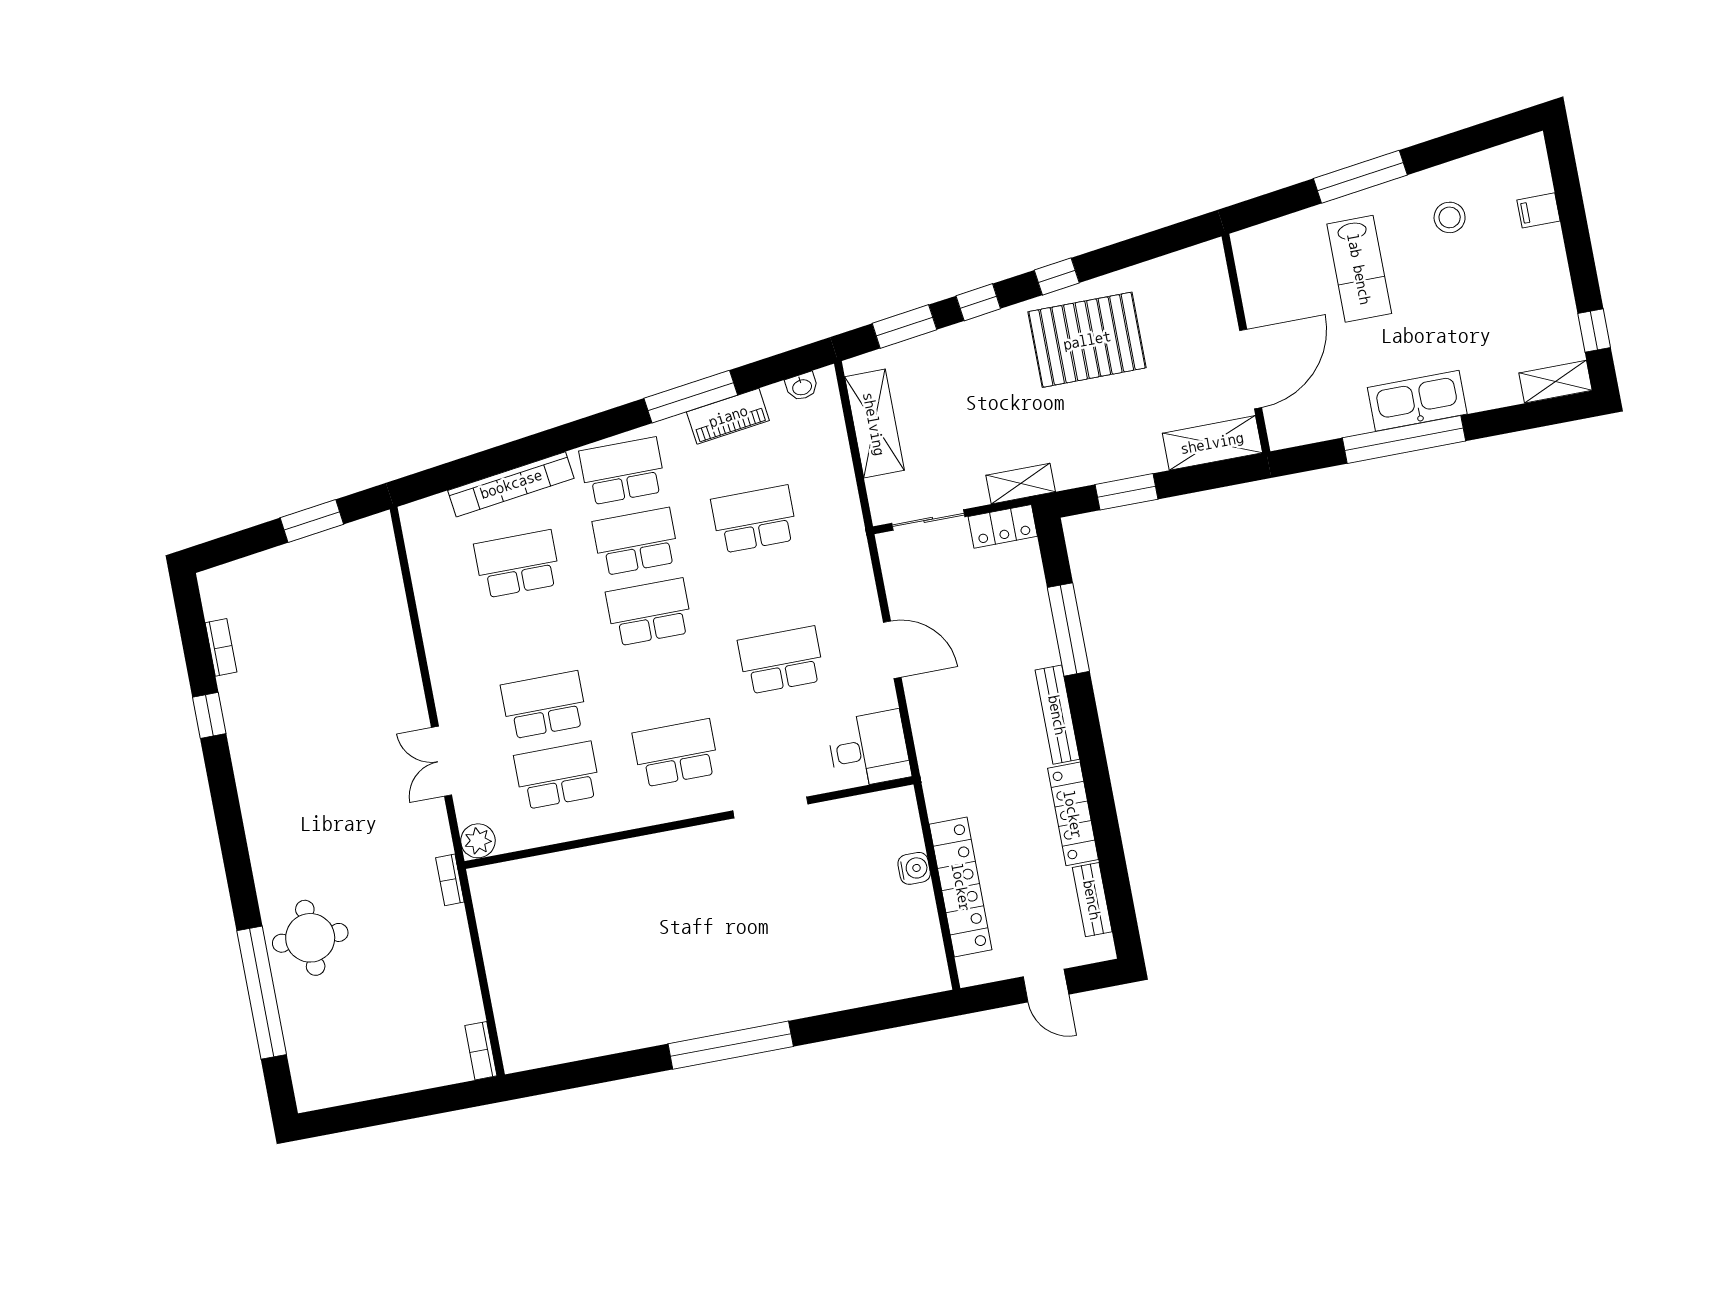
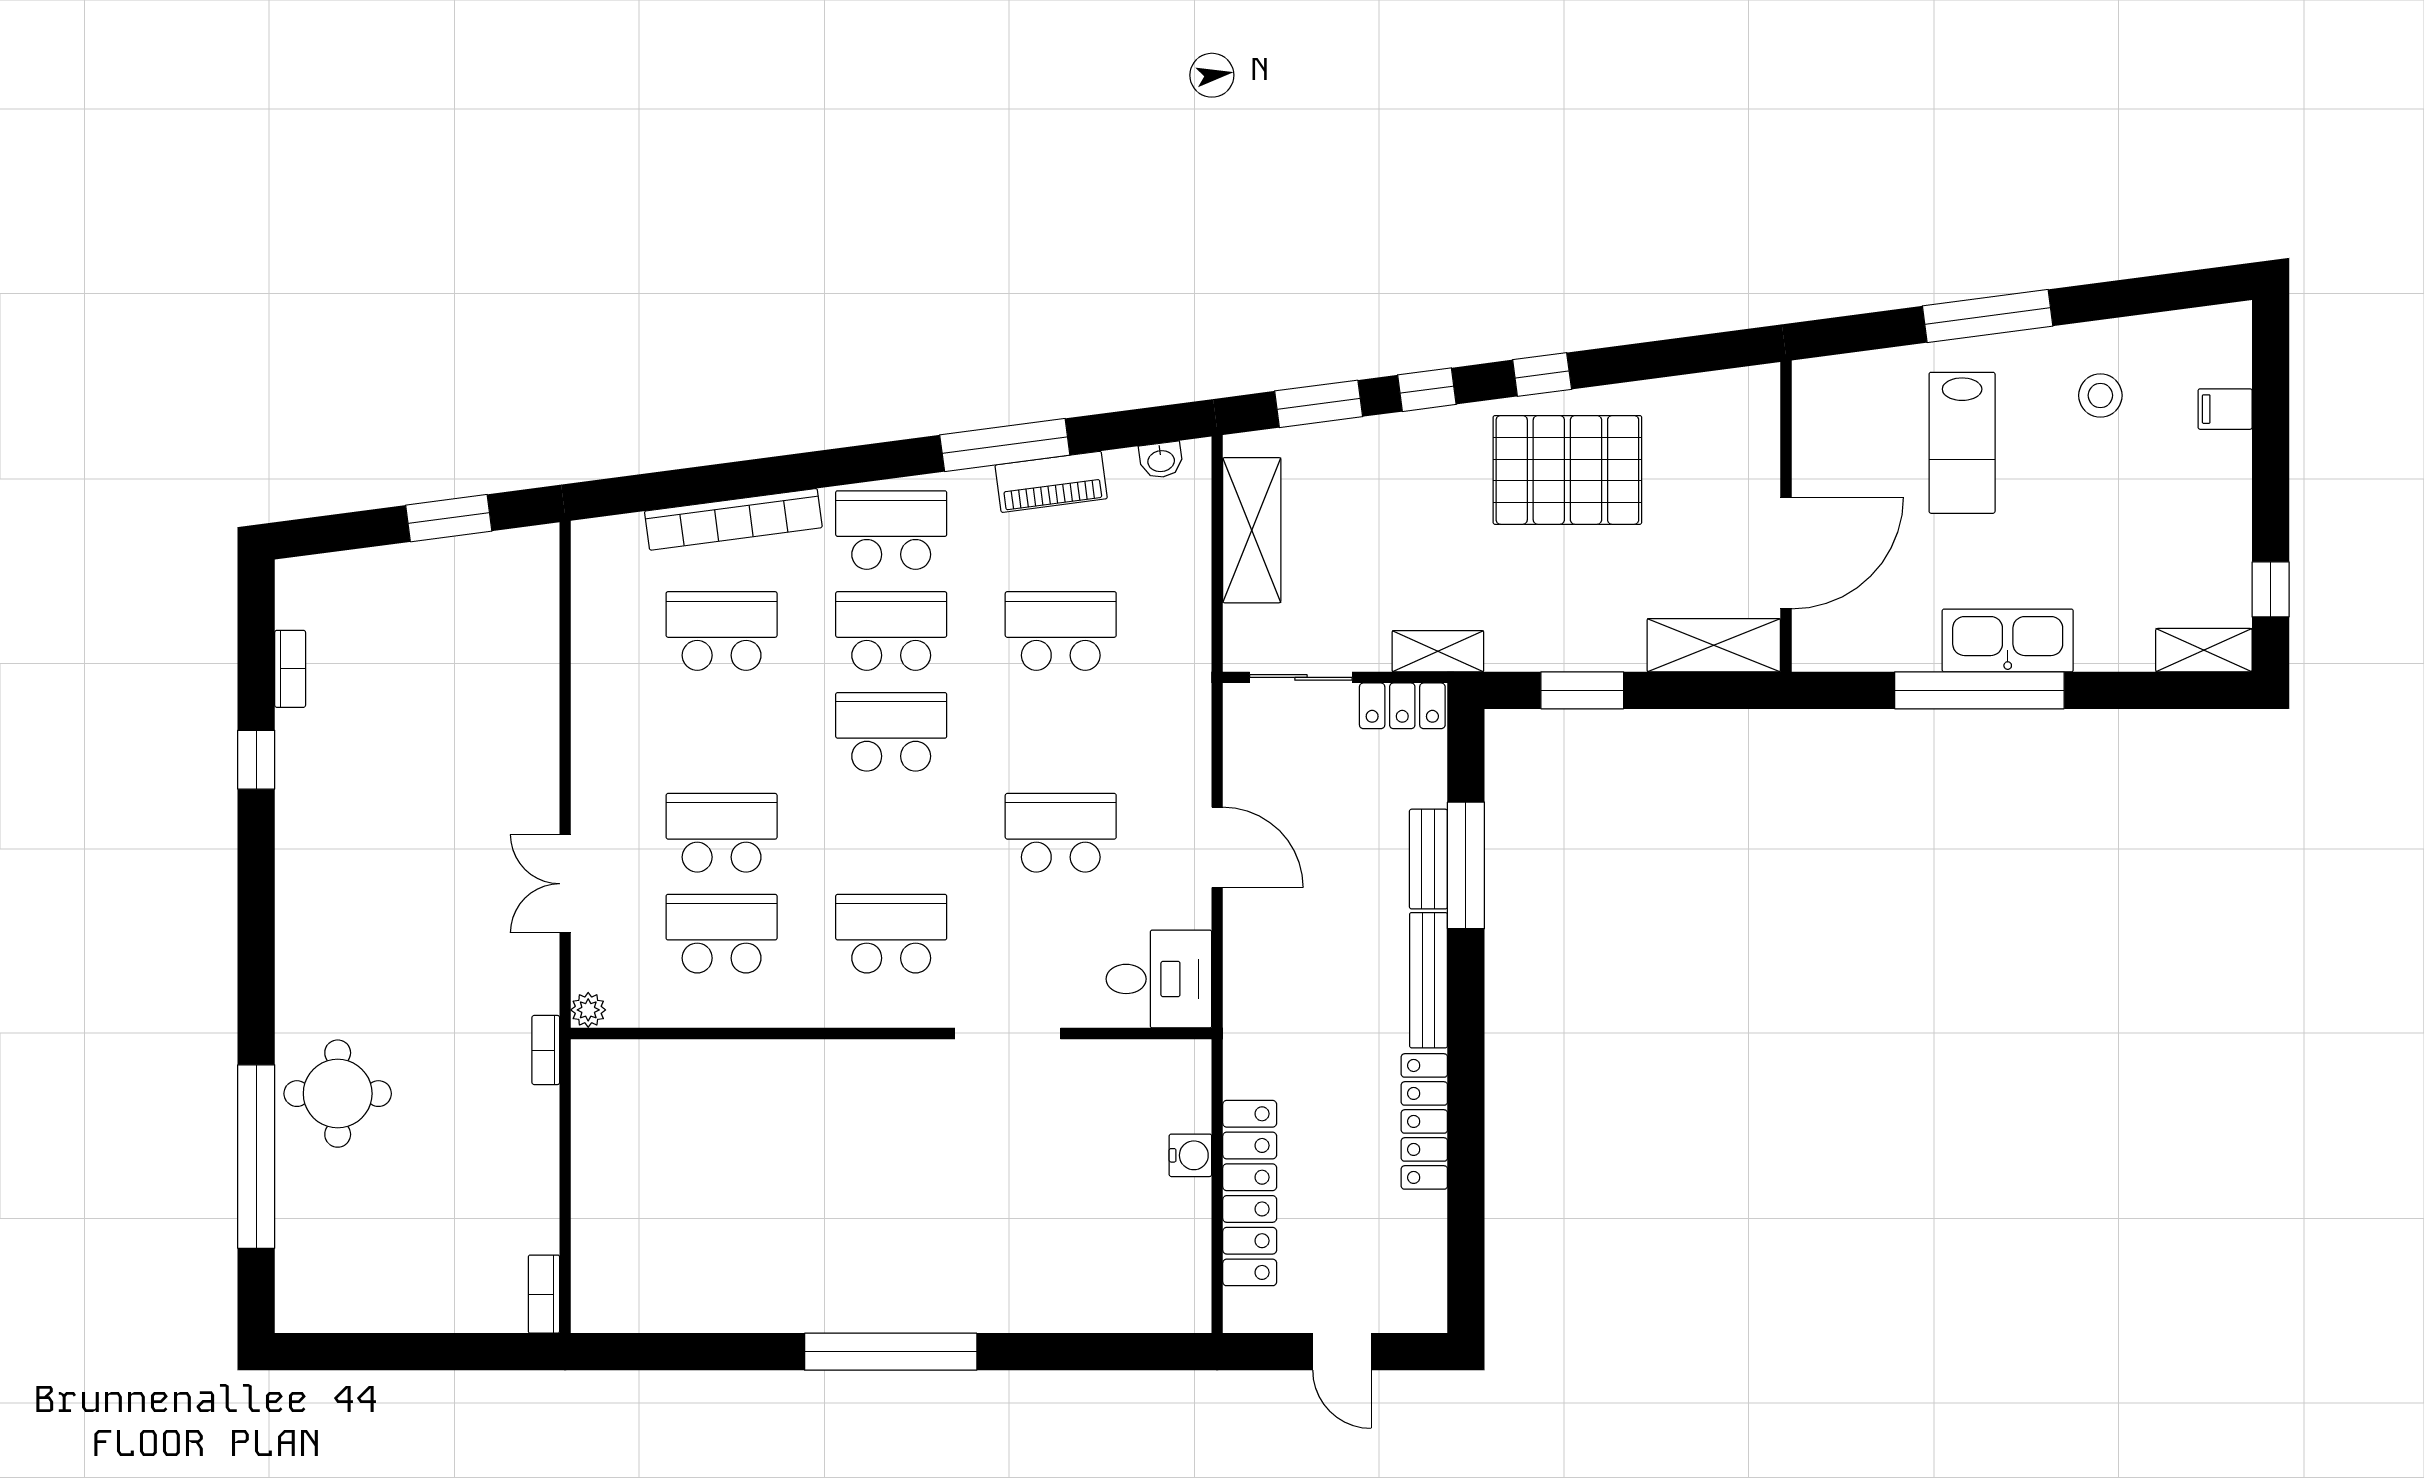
plant: (478, 841) -> (588, 1010), width x0.73, depth x0.73
bench: (1092, 900) -> (1428, 859), moved

